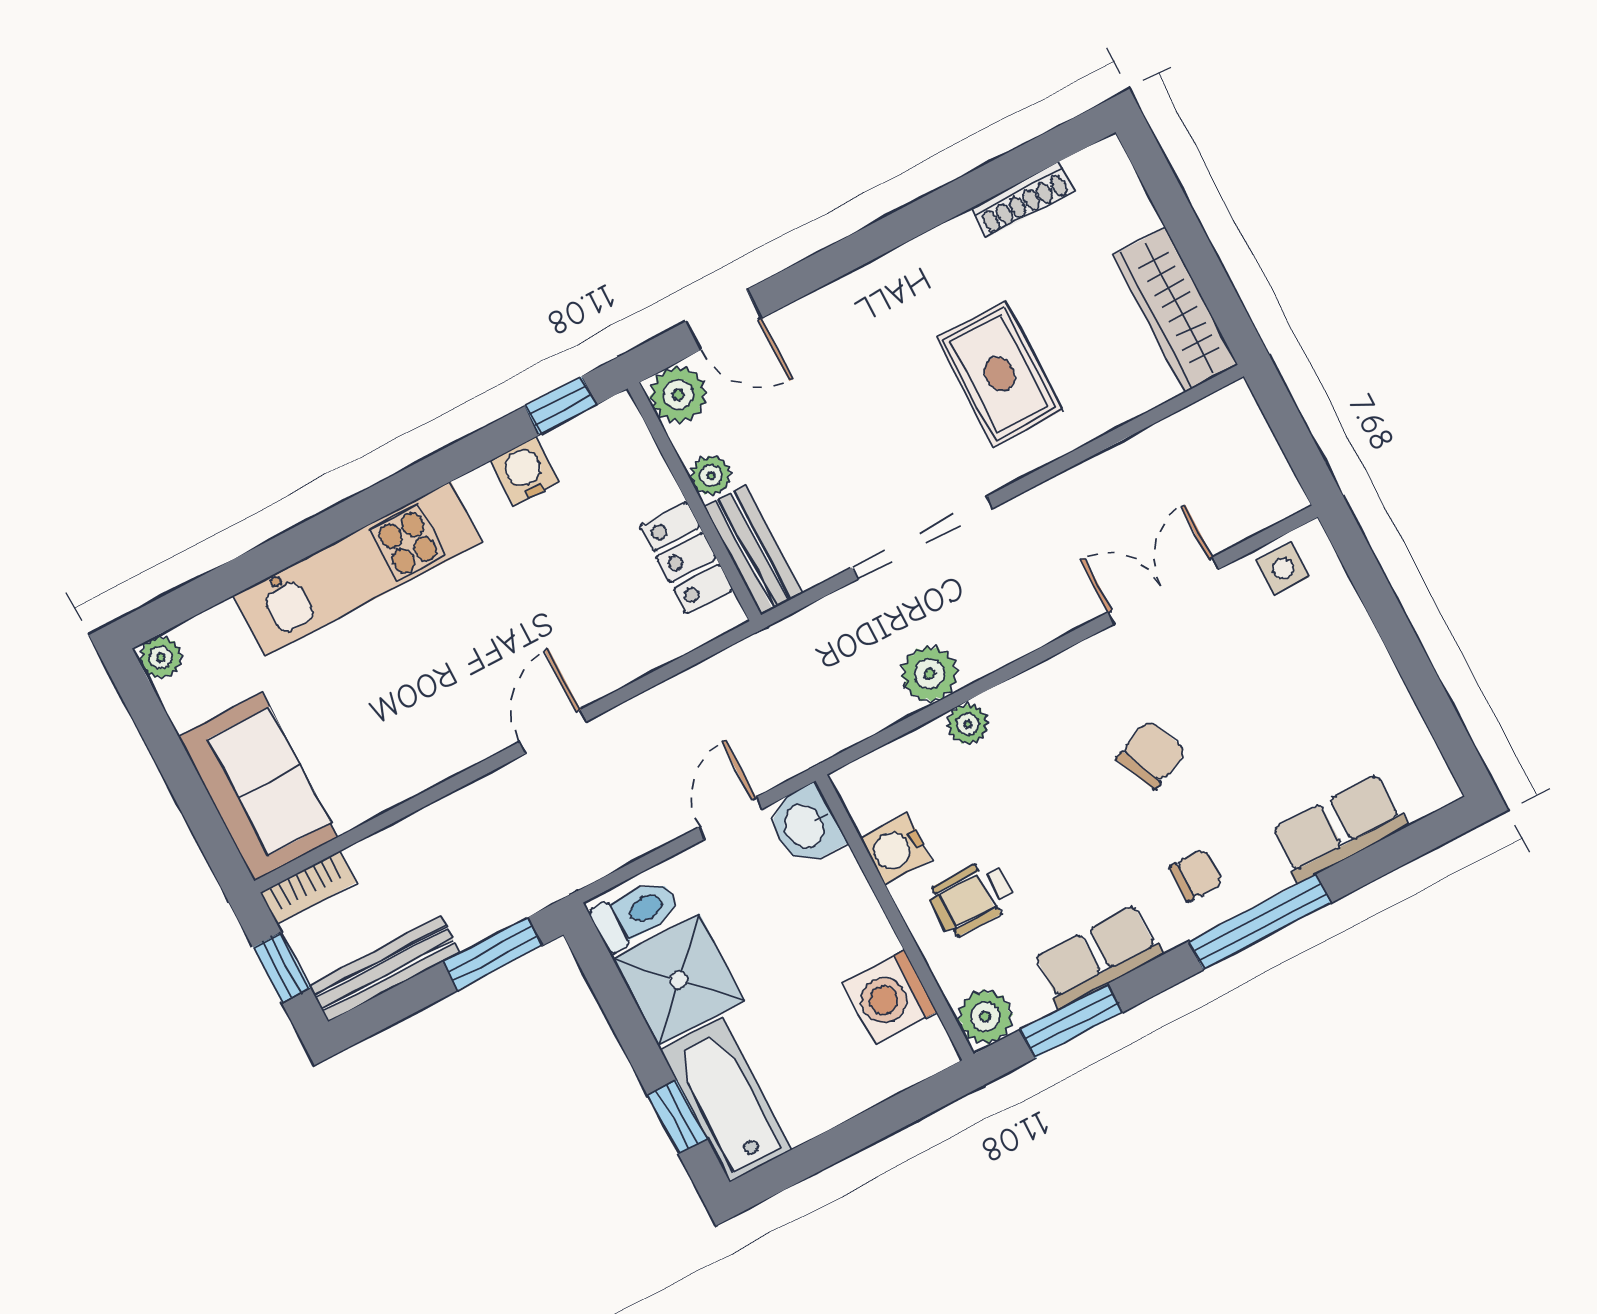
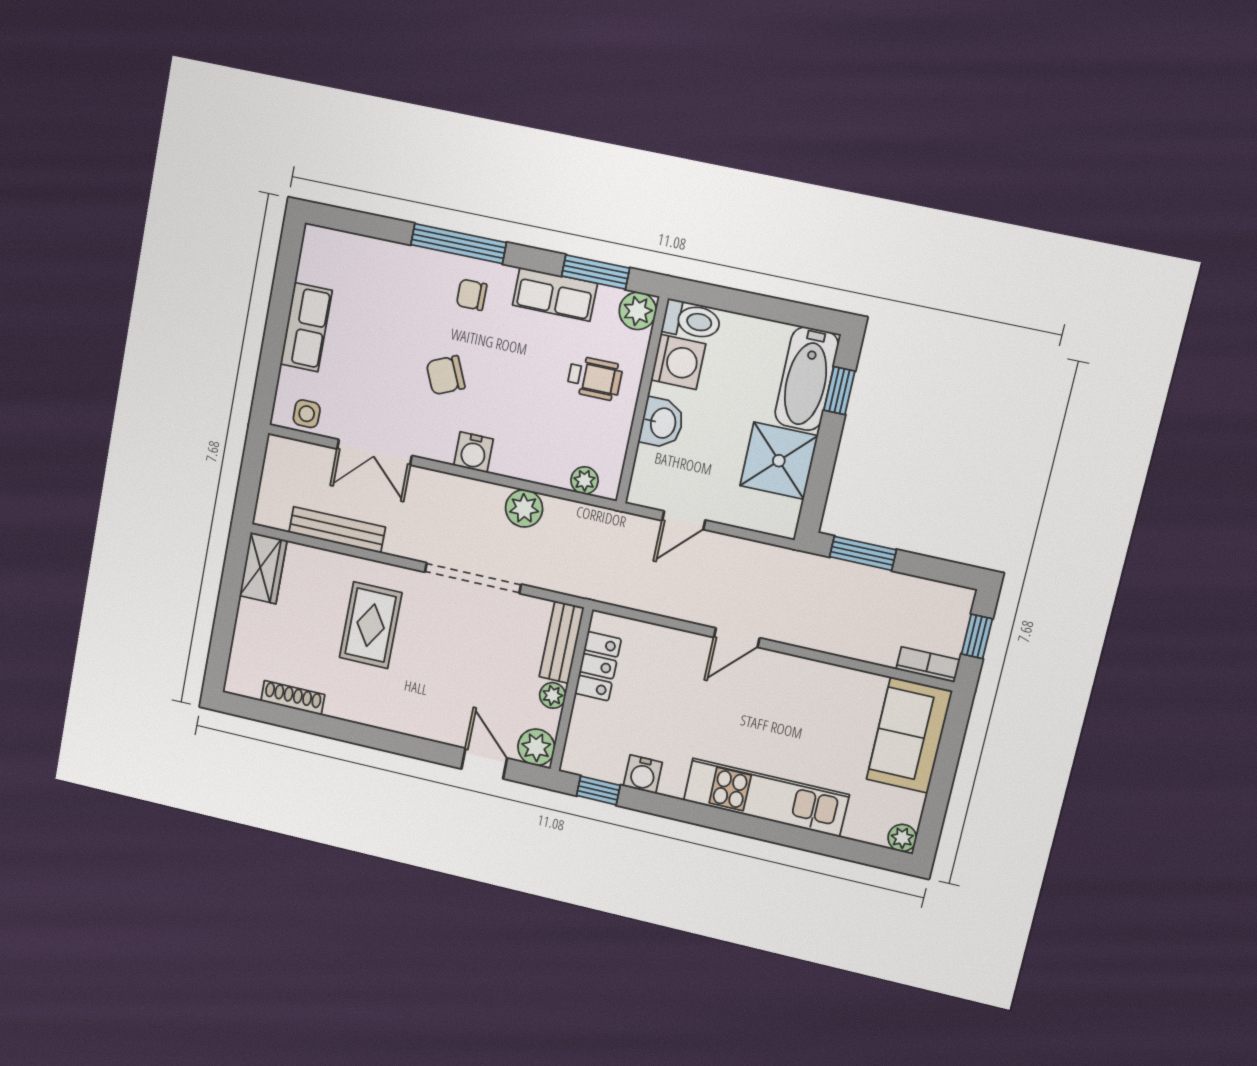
wardrobe: (1175, 310) -> (263, 568), width x0.67
plant: (968, 724) -> (584, 480), moved
washbasin: (806, 826) -> (662, 423), moved
row of seats: (1339, 828) -> (306, 327), moved, turned -90
water cooler: (896, 849) -> (473, 452), moved, turned 90
toilet: (636, 914) -> (692, 320), moved, turned 180
bench: (384, 969) -> (337, 530), moved

